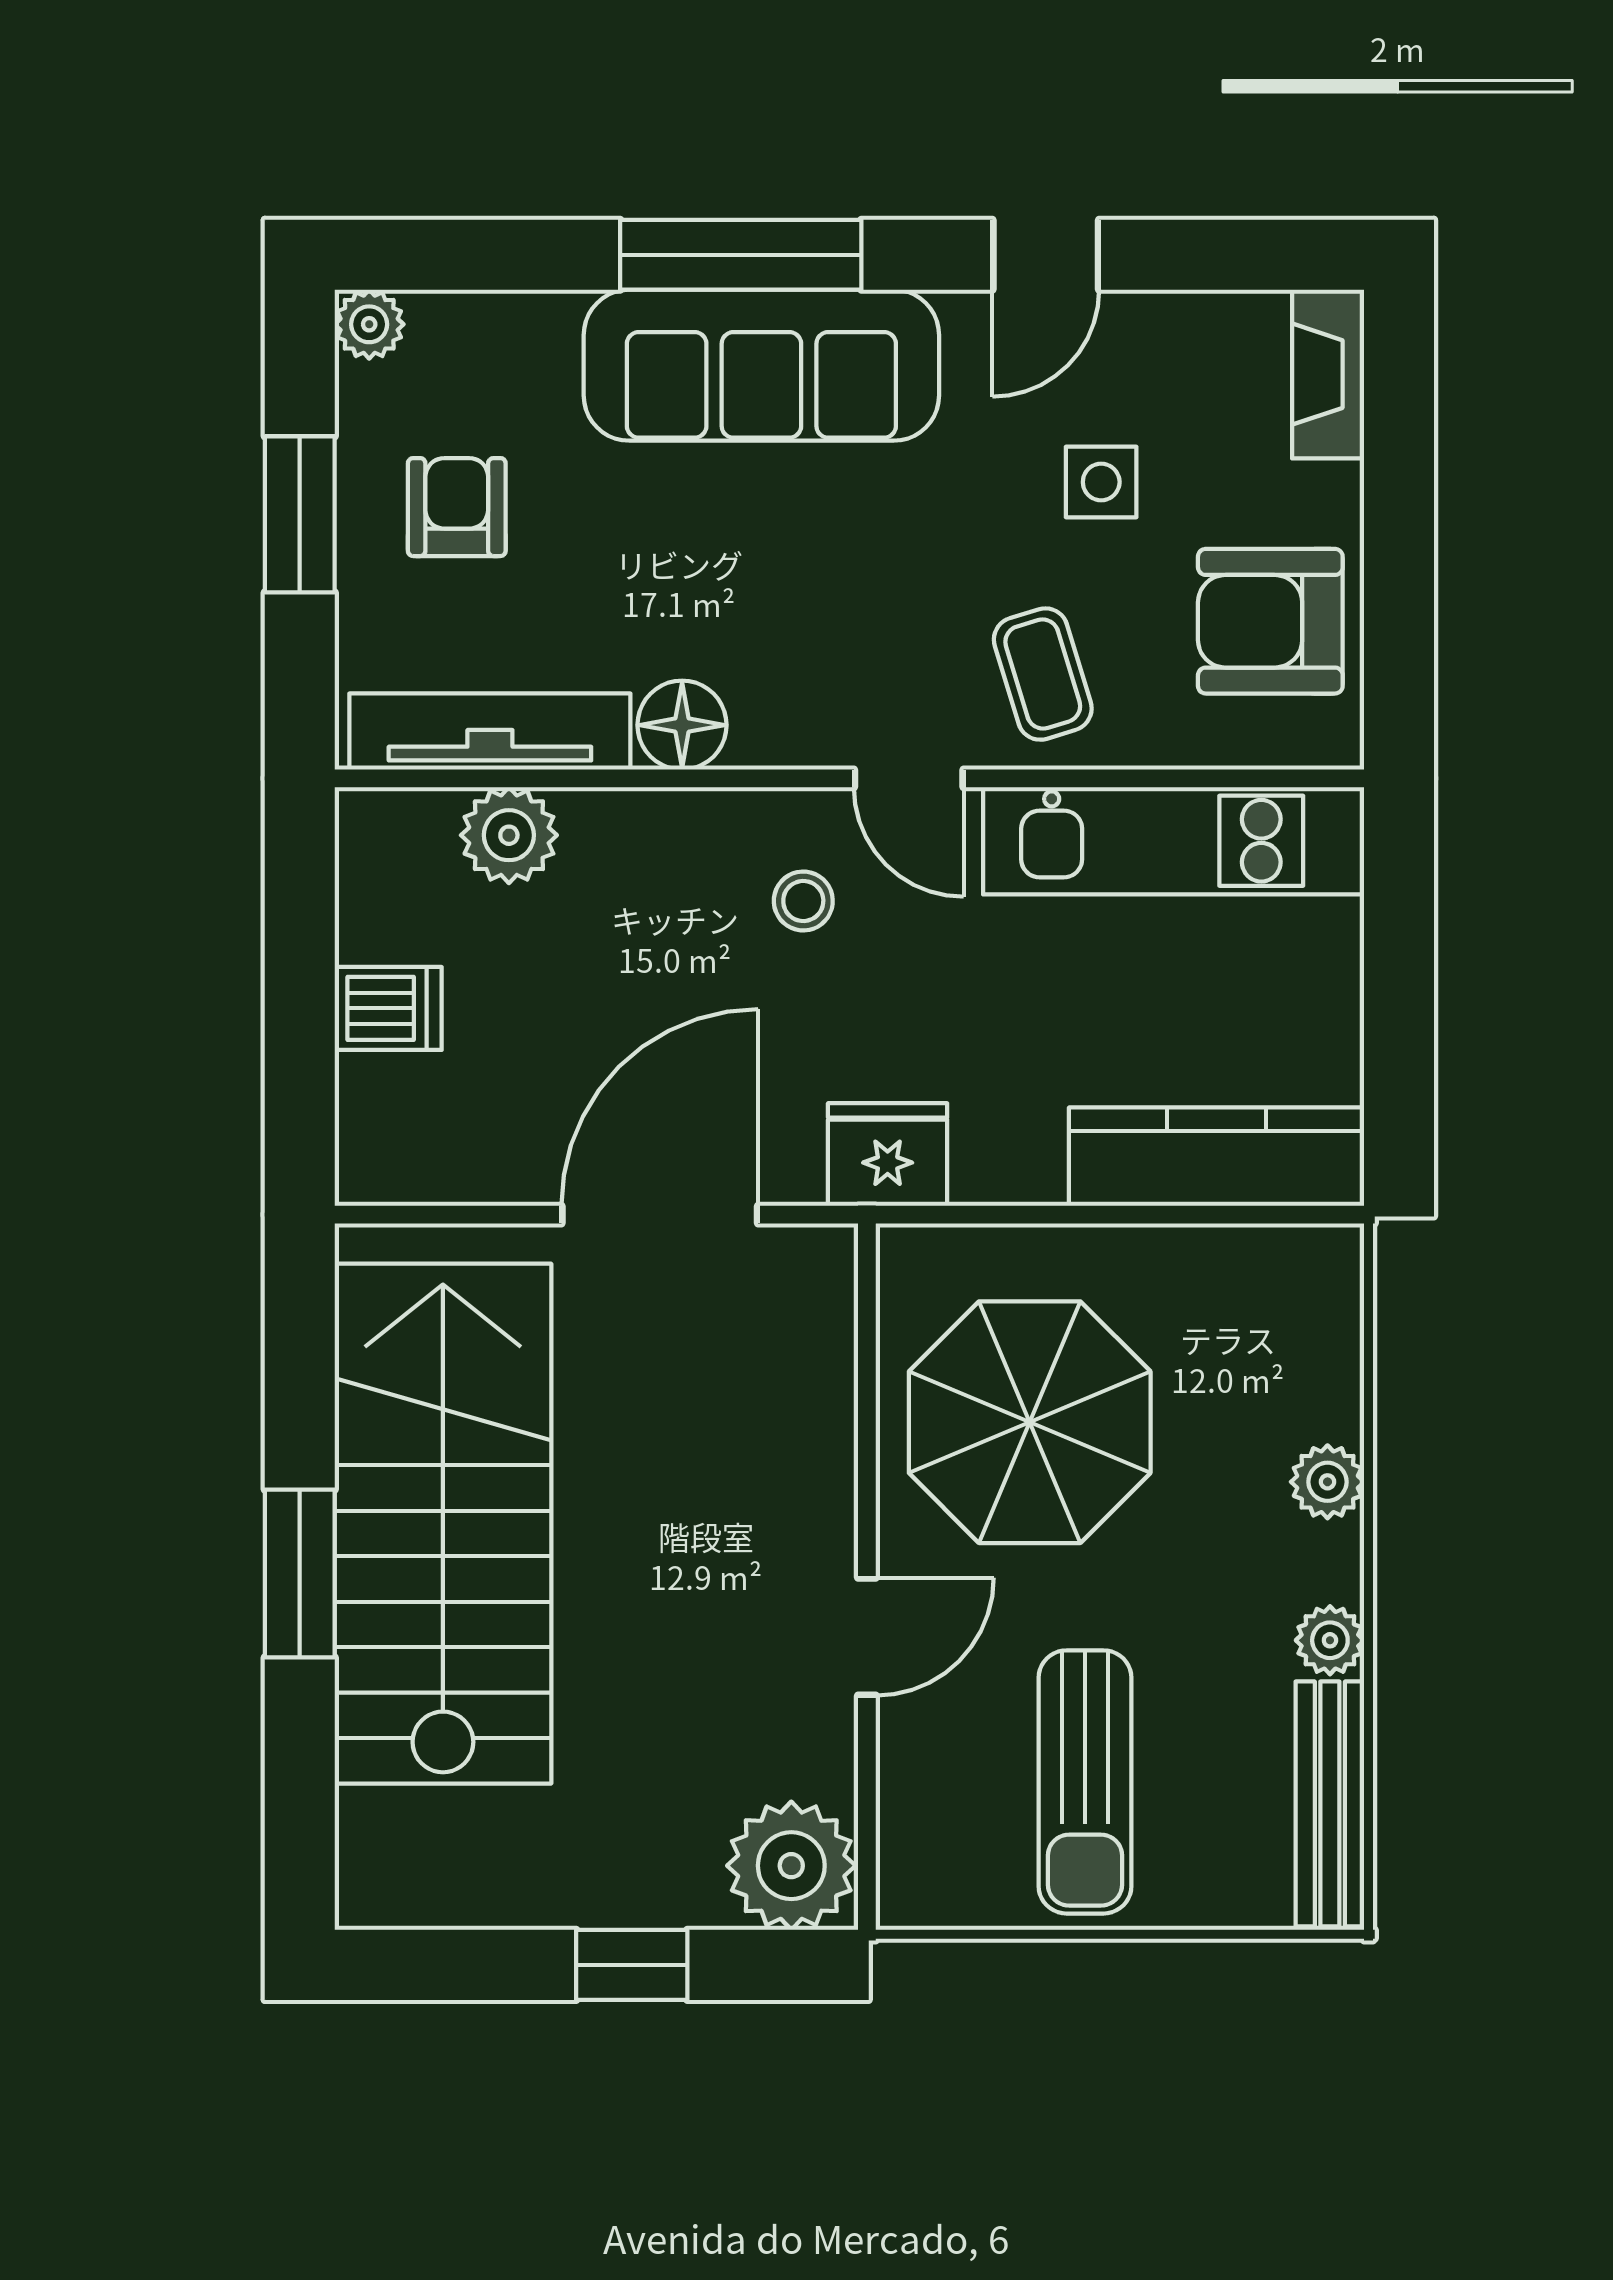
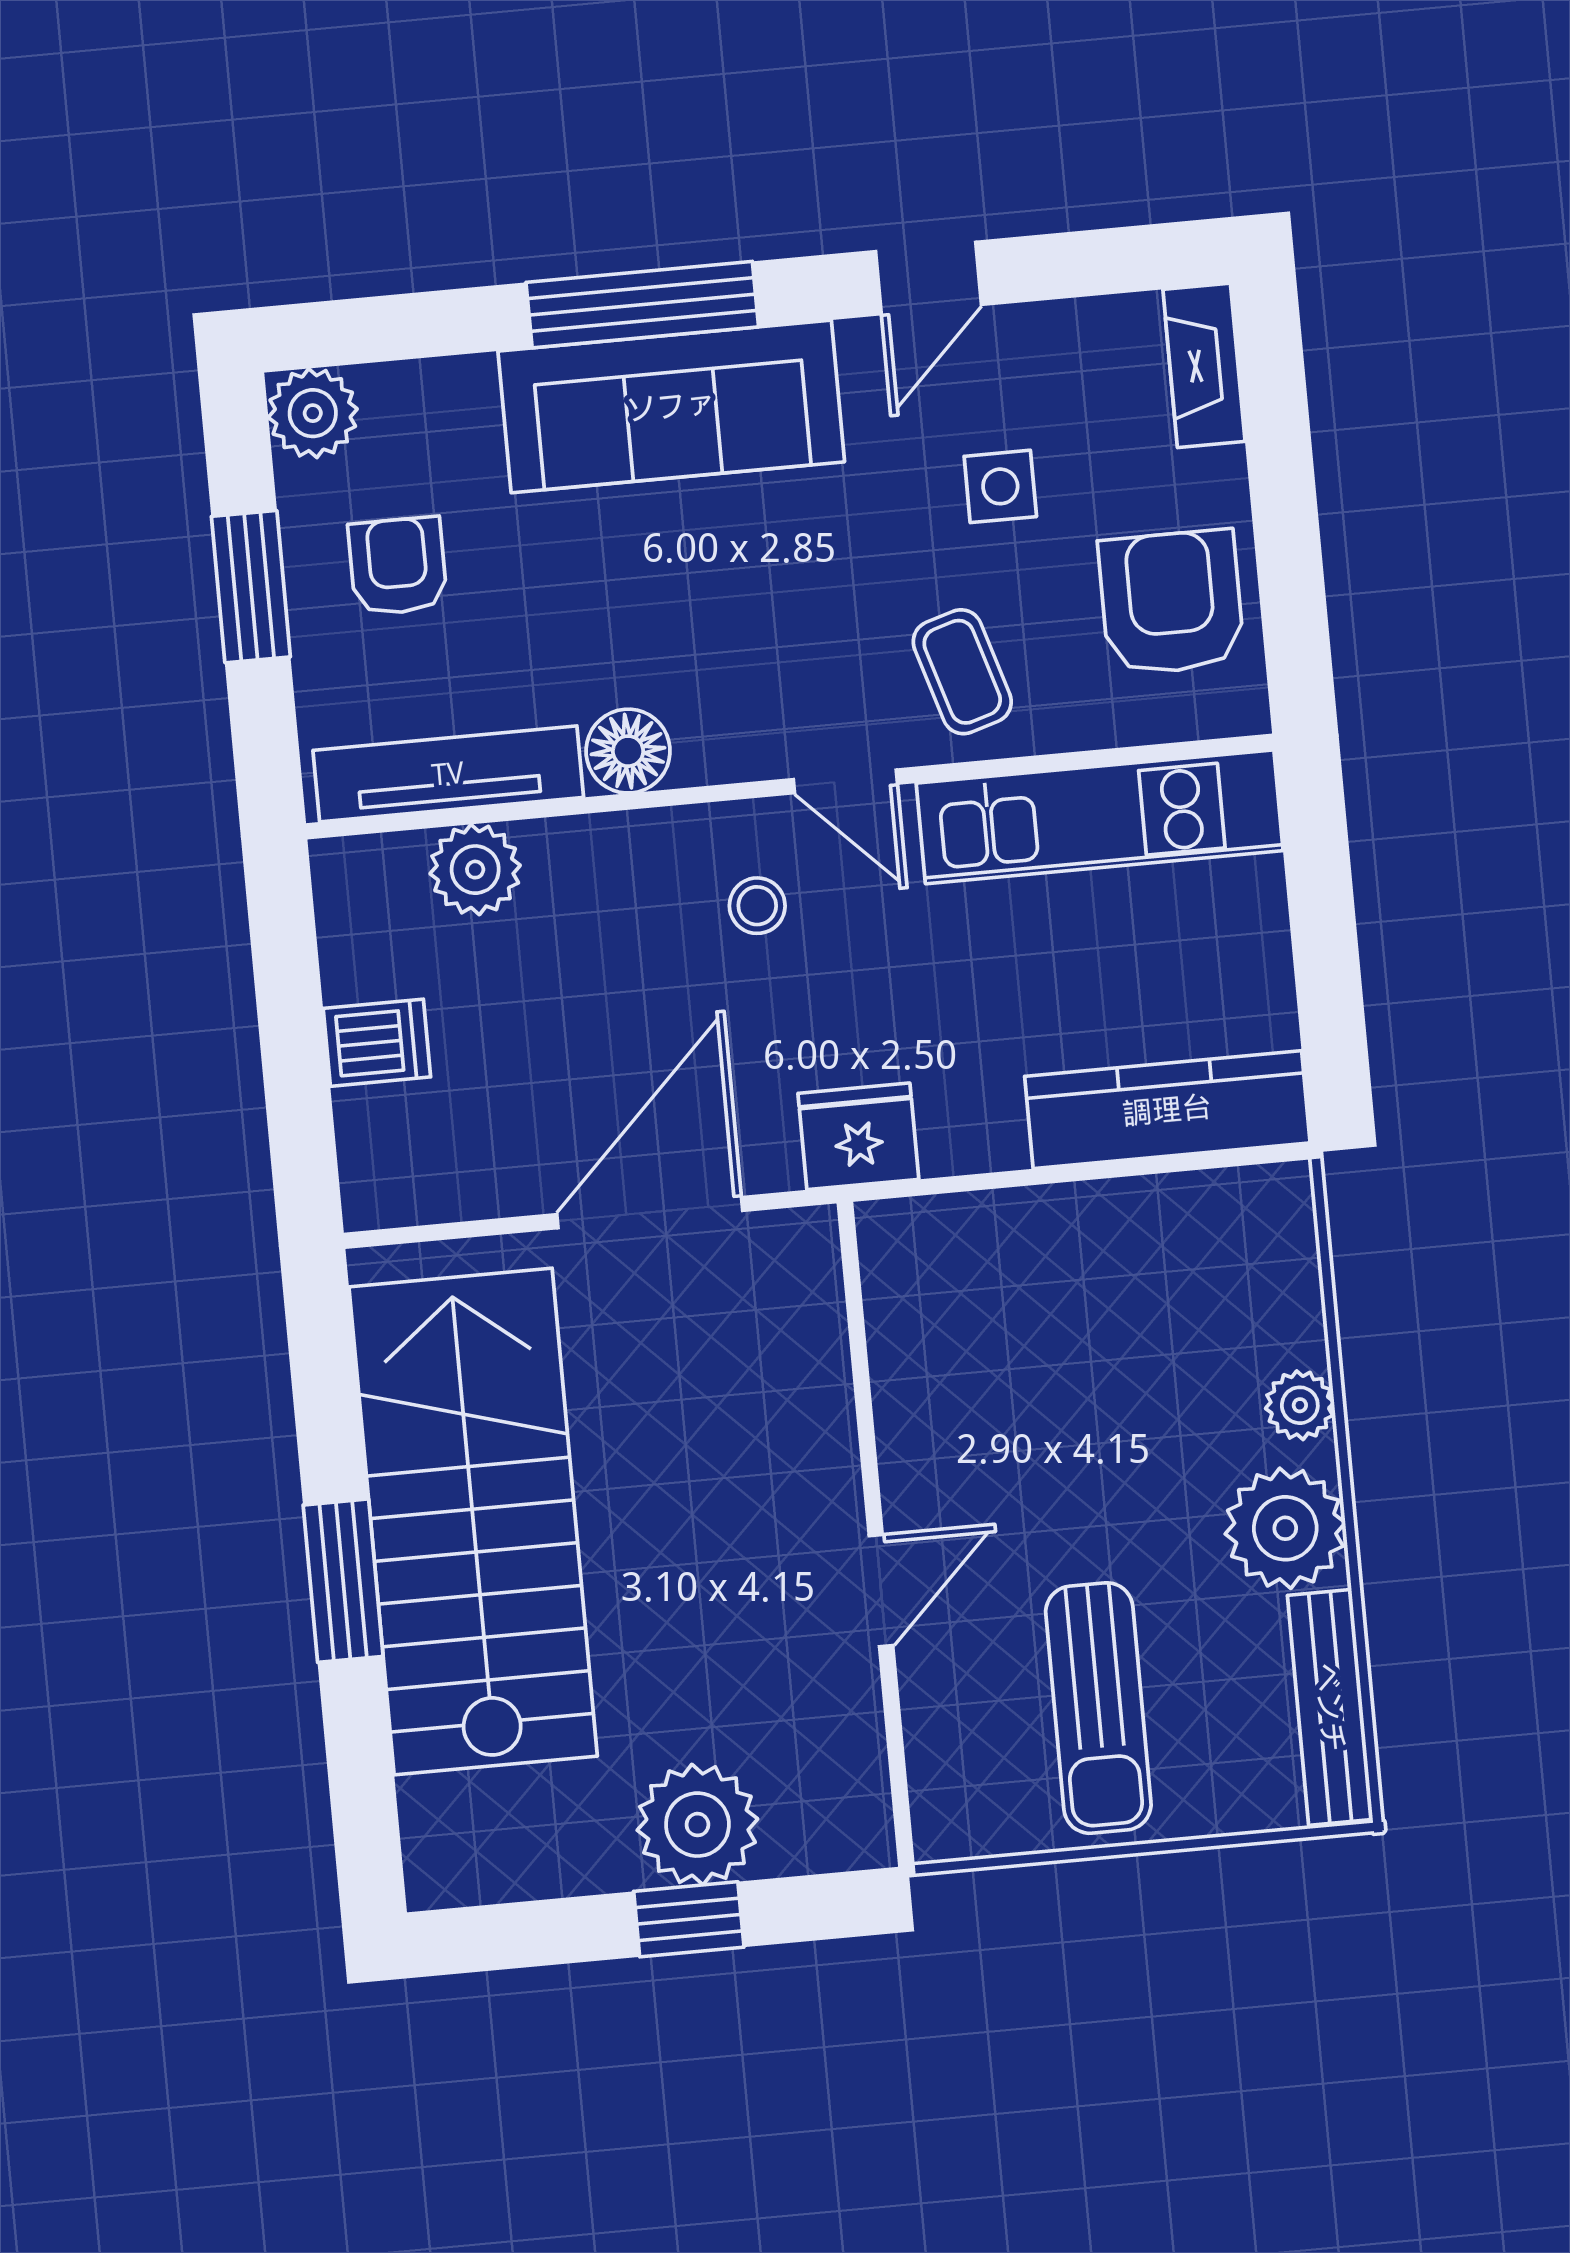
plant: (369, 324) -> (313, 413), width x1.38, depth x1.38
armchair: (1270, 621) -> (1171, 602), turned 90
parasol: (1030, 1422) -> (1015, 1375), removed
plant: (1330, 1640) -> (1285, 1528), width x1.88, depth x1.88
plant: (791, 1866) -> (697, 1825), moved

